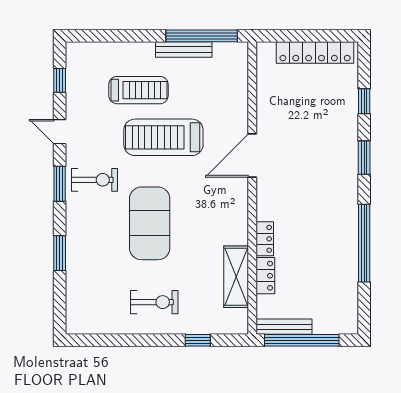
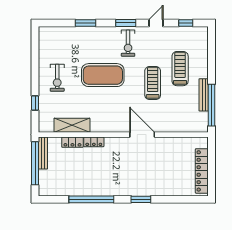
treadmill: (138, 90) -> (180, 69), turned 180
window: (364, 101) -> (174, 199), removed
treadmill: (163, 137) -> (153, 83), width x0.73, depth x0.73

